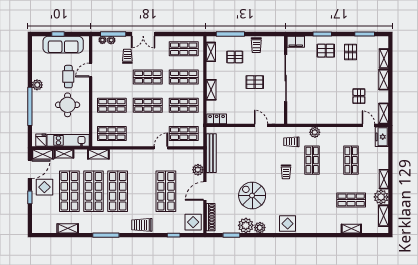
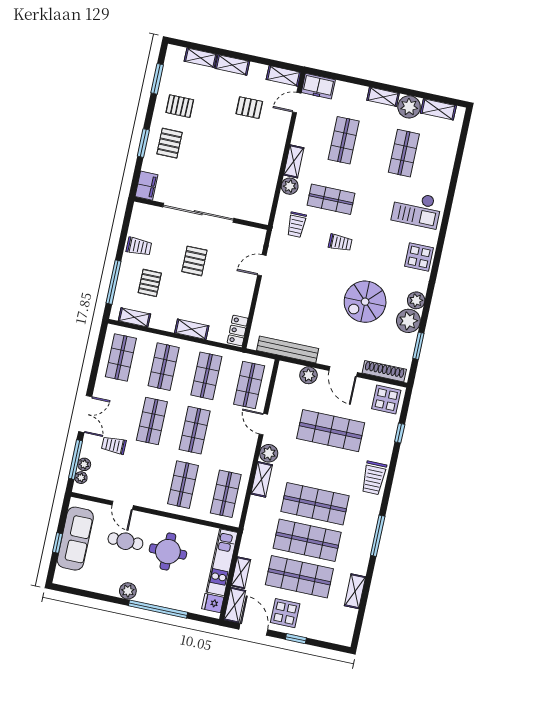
shelving: (98, 154) -> (262, 479), moved
plant: (143, 155) -> (269, 453), added
shop shelf: (351, 160) -> (344, 140), turned 90
checkout: (317, 216) -> (417, 209), added
shelving: (351, 229) -> (294, 161), moved

